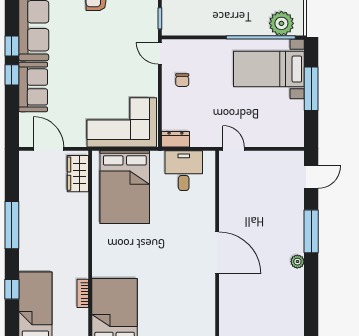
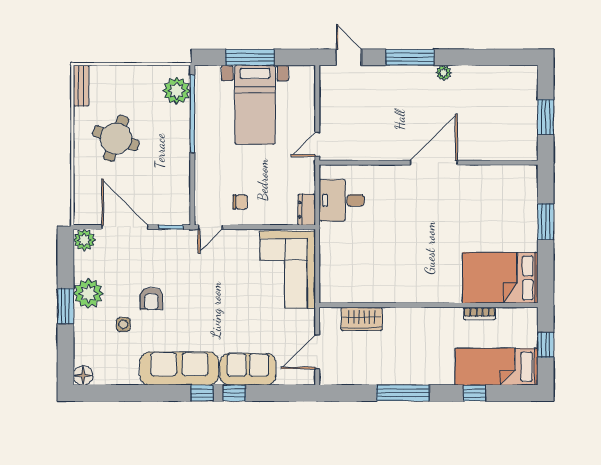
bed with nightstands: (269, 69) -> (255, 105), moved
wardrobe: (78, 174) -> (362, 319), moved
bed: (125, 187) -> (360, 266), removed

